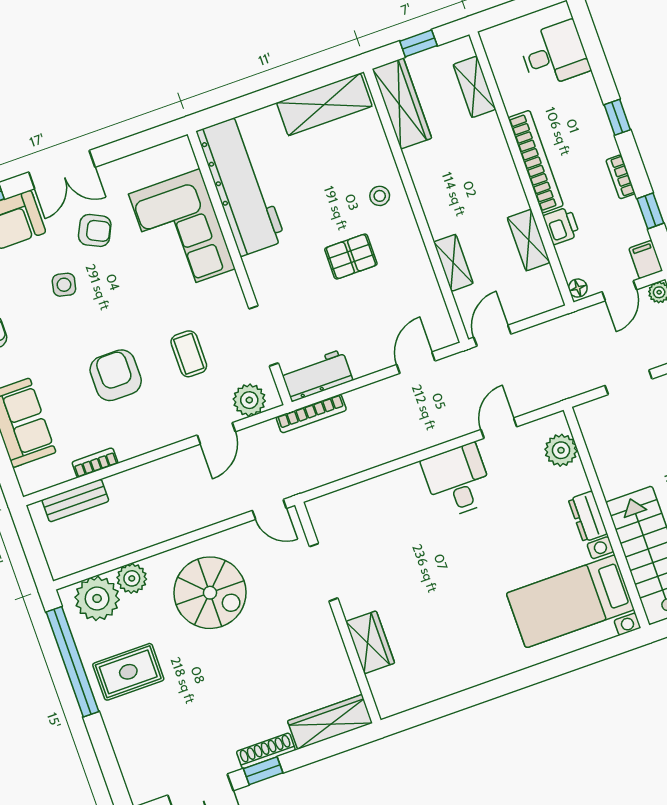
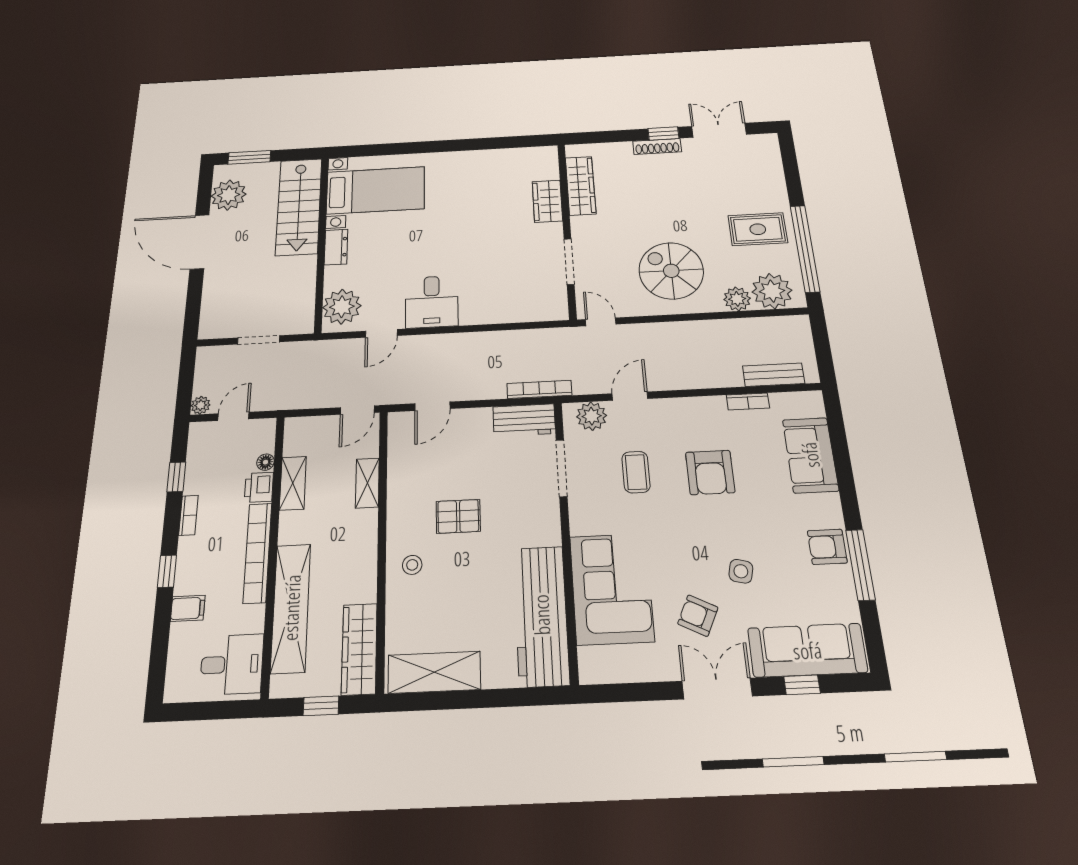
desk: (554, 54) -> (232, 664), moved, turned 180
shelving: (474, 87) -> (291, 608), width x2.20, depth x1.33
filing cabinet: (646, 259) -> (188, 608), moved, turned -90
floor lamp: (578, 288) -> (265, 462), moved
plant: (561, 450) -> (342, 307), width x1.36, depth x1.36
wardrobe: (330, 722) -> (581, 186), moved, turned -90

